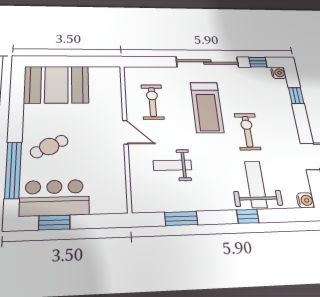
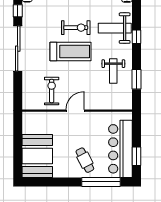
exercise bike: (152, 102) -> (52, 91), turned 90
treadmill: (207, 107) -> (71, 52), moved
exercise bike: (247, 132) -> (76, 28), turned 180
weight bench: (172, 165) -> (113, 71), moved
bar counter: (54, 198) -> (120, 149), width x1.36

